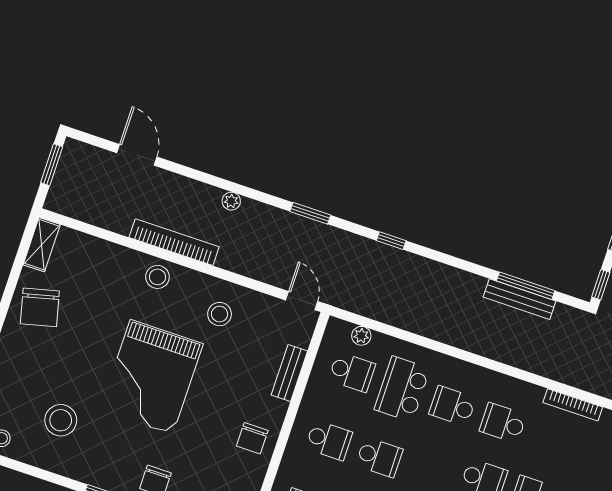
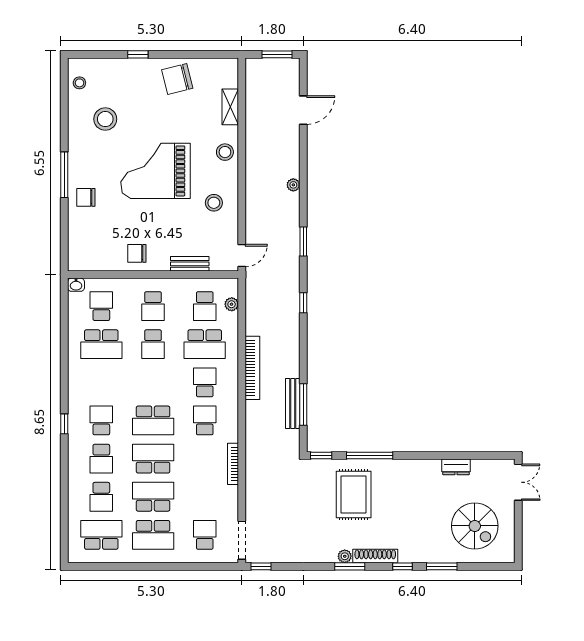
bookcase: (174, 242) -> (252, 368), moved
shelving: (42, 245) -> (230, 107), moved, turned 90
school desk: (402, 389) -> (205, 344), turned 180

